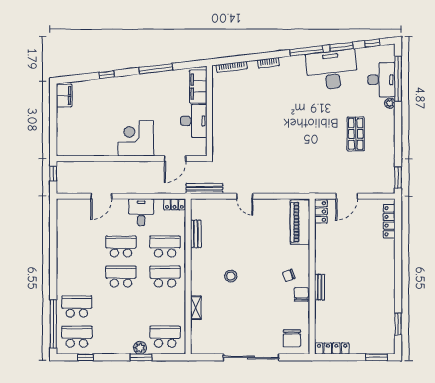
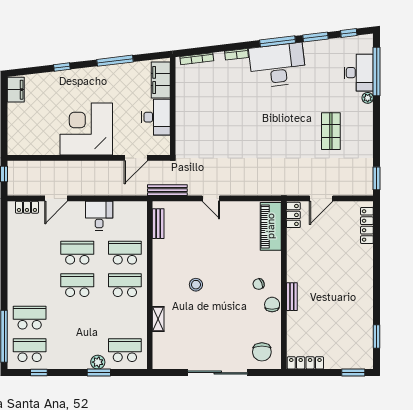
desk: (332, 70) -> (278, 65), moved
corner desk: (136, 138) -> (86, 129), width x1.36, depth x1.36
locker: (174, 204) -> (27, 207), moved
bench: (196, 234) -> (158, 224), moved

